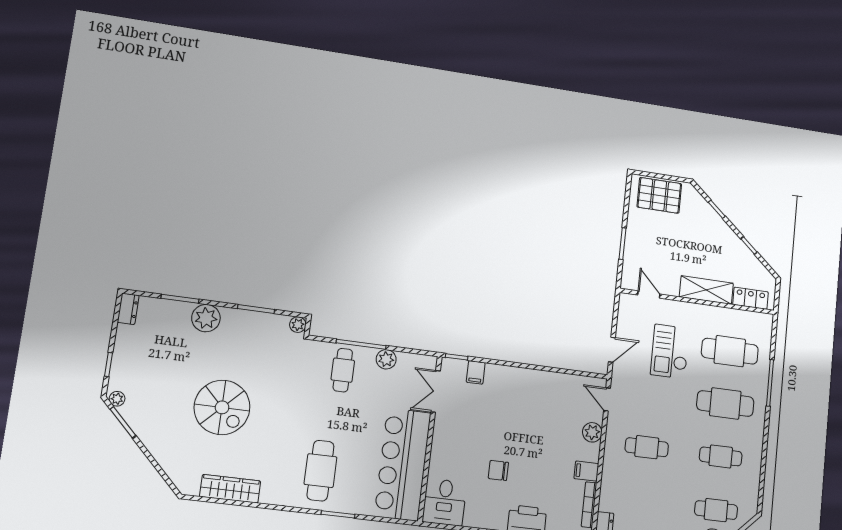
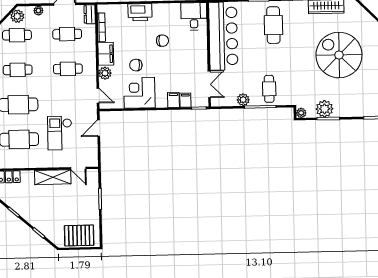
shelving: (706, 290) -> (53, 177), moved
plant: (206, 318) -> (325, 109), moved
checkout: (670, 352) -> (60, 133), turned 180
filing cabinet: (494, 376) -> (173, 100), added
corner desk: (544, 394) -> (139, 93), added
spiral stairs: (222, 407) -> (339, 55), width x1.37, depth x1.37
chair: (544, 438) -> (136, 65), added
filing cabinet: (586, 471) -> (106, 54), width x2.00
cafe table: (642, 501) -> (67, 34), added

